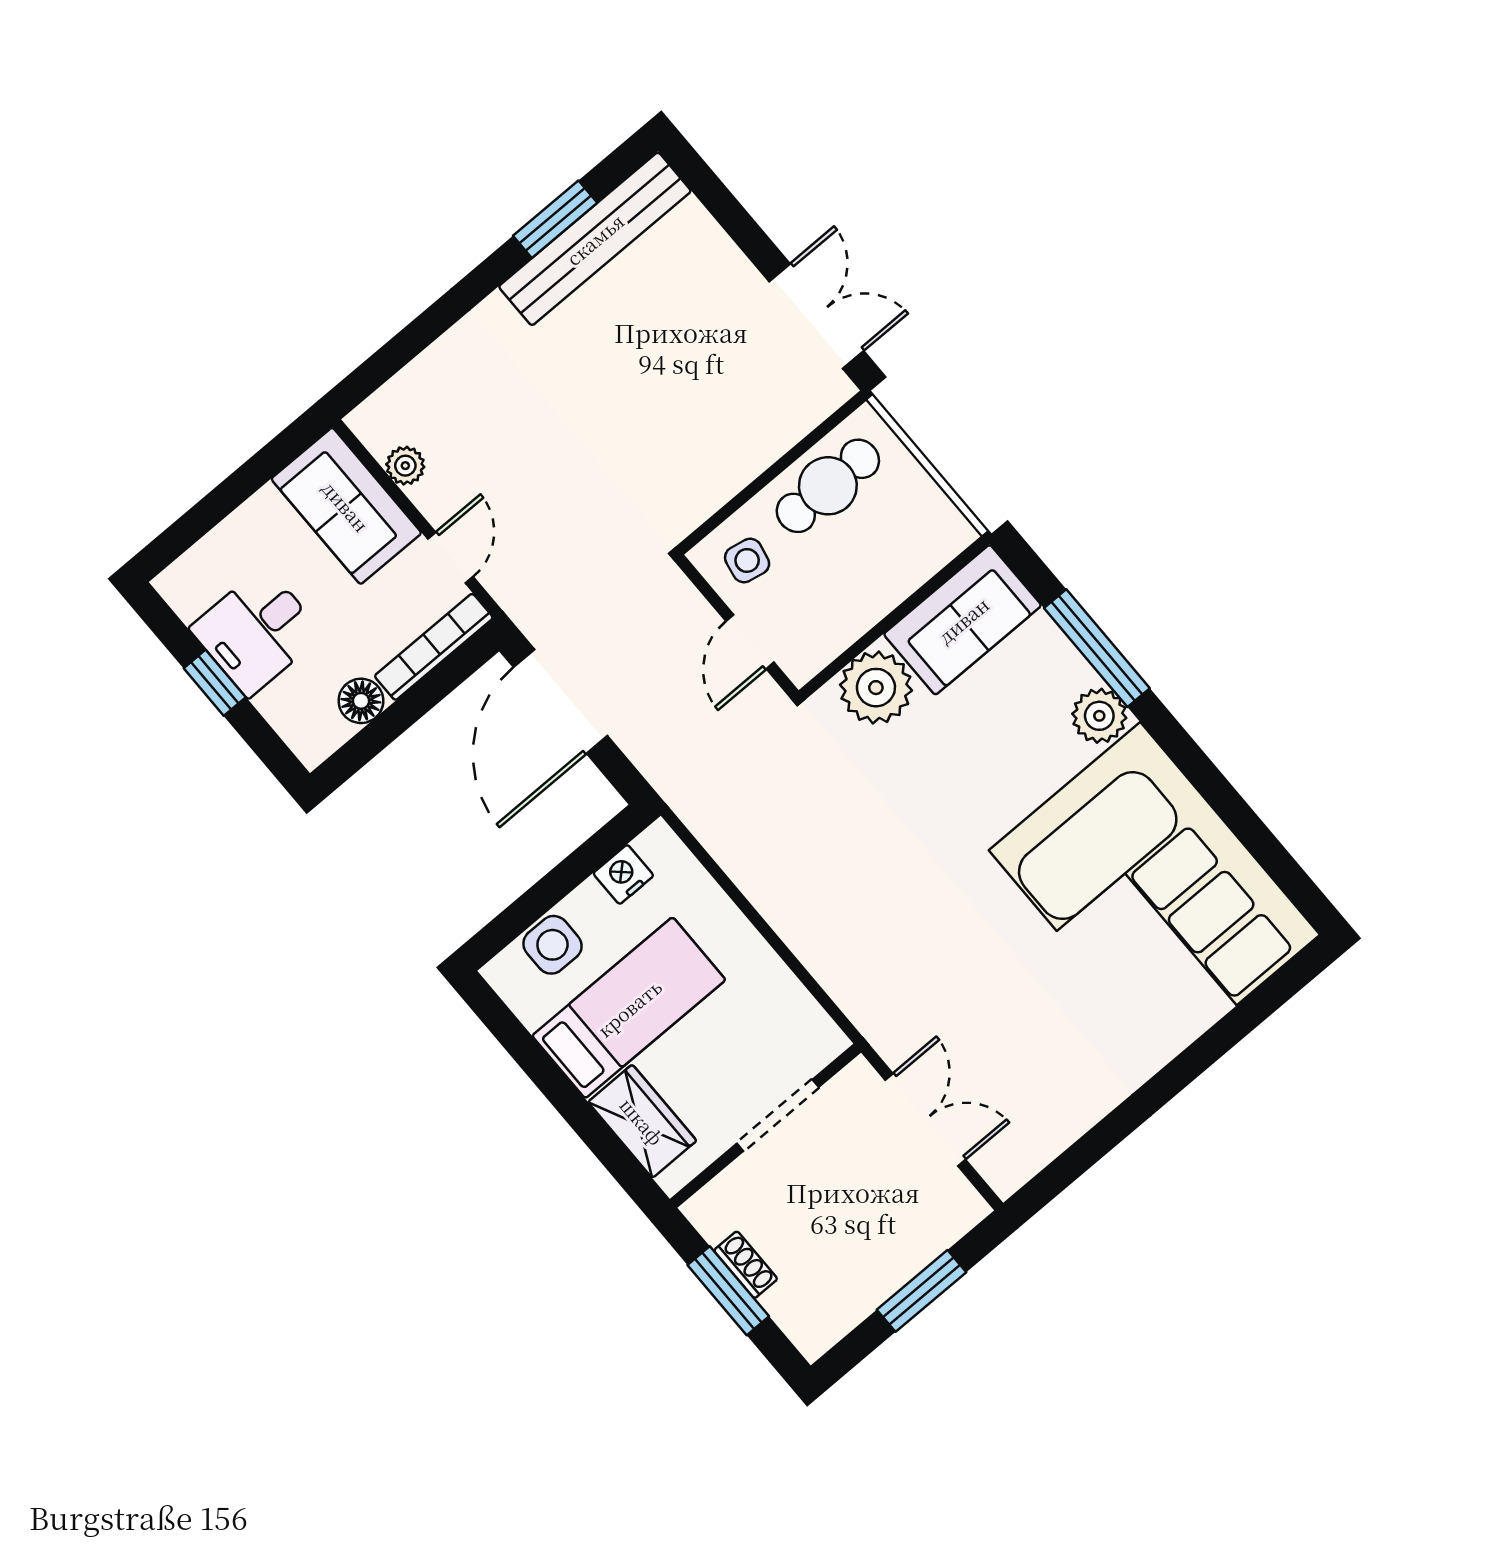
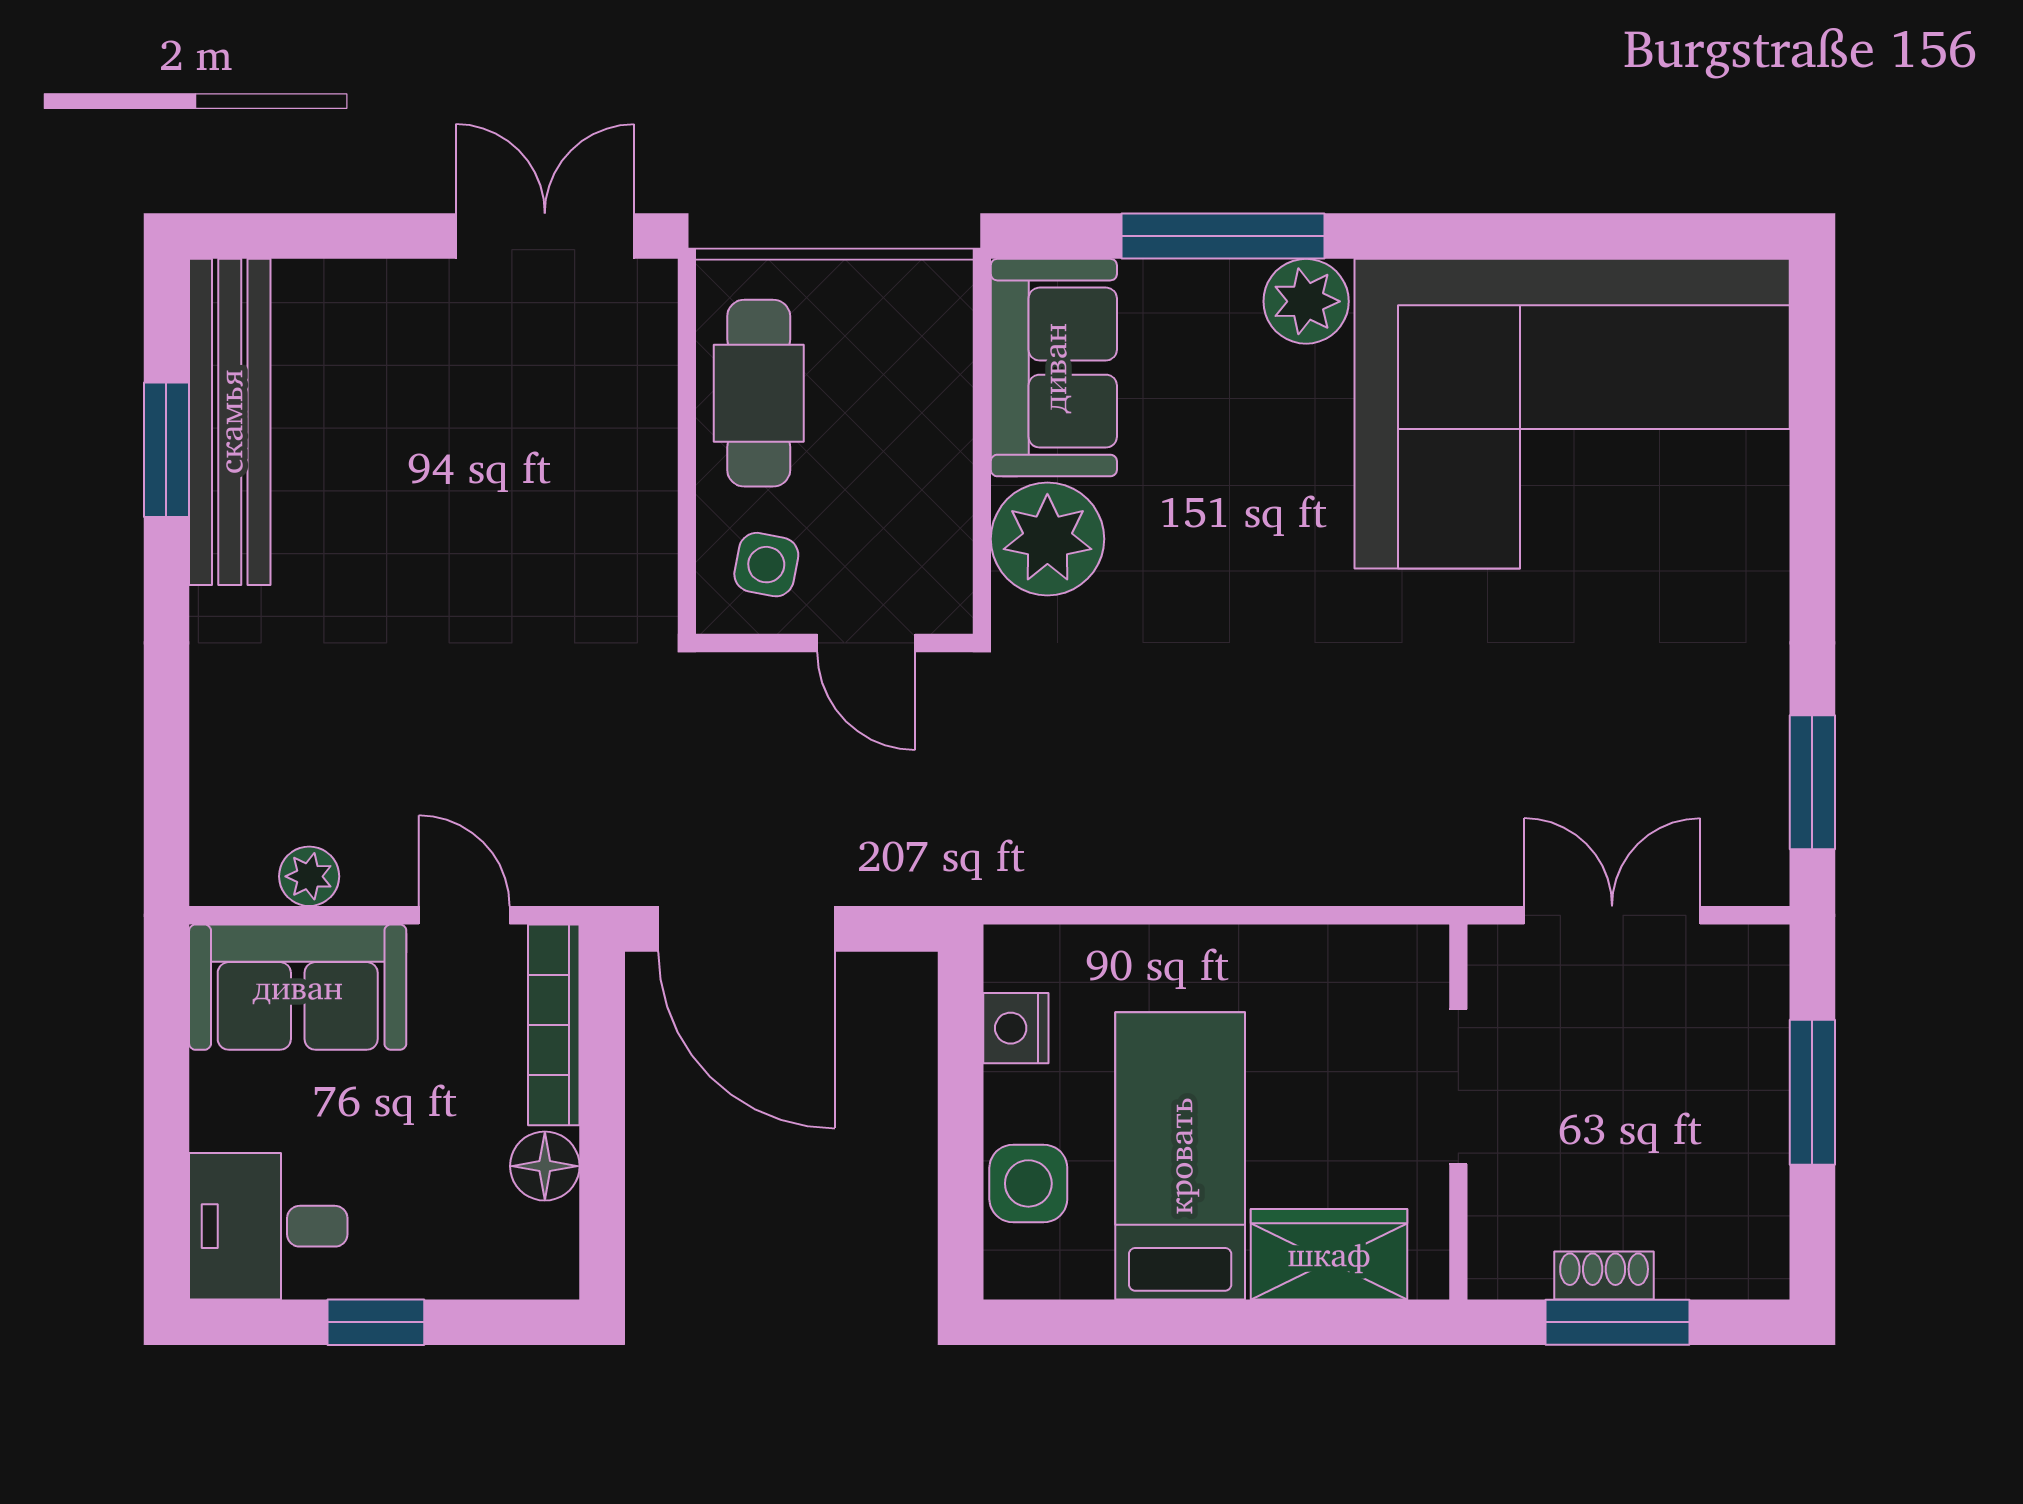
desk: (257, 631) -> (268, 1226), moved, turned 90
window: (1073, 1163) -> (1812, 782), added

